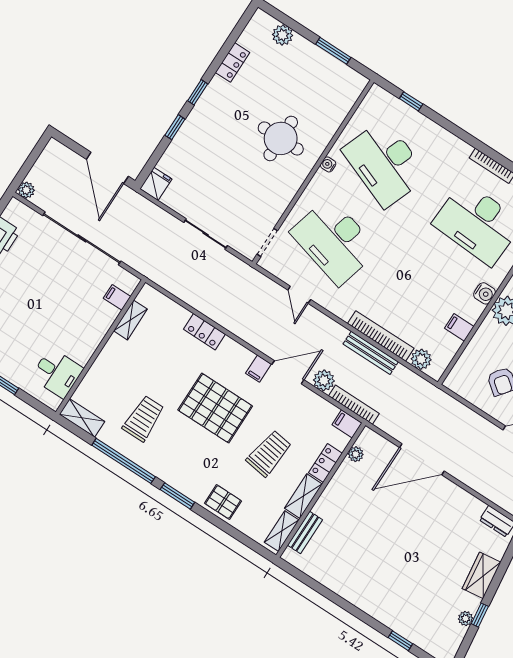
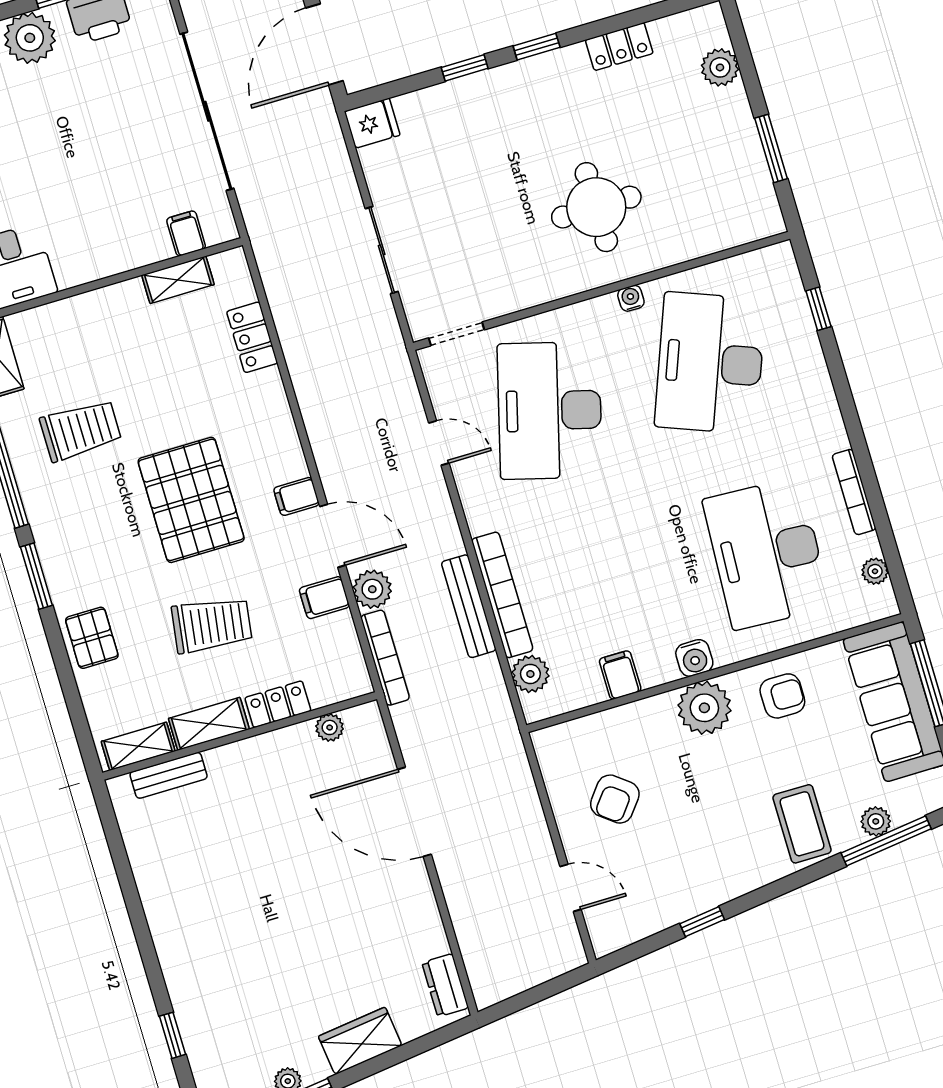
door: (299, 295) -> (439, 443), swing flipped
locker: (204, 332) -> (252, 337), moved
filing cabinet: (347, 424) -> (324, 598), moved, turned -90

